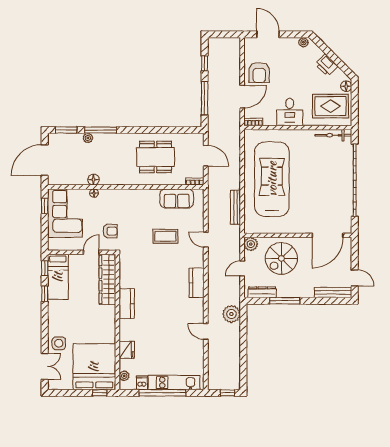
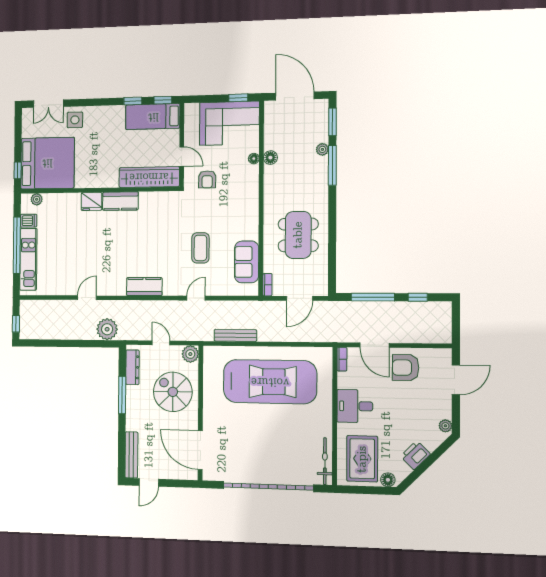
fridge: (127, 350) -> (91, 201), moved

